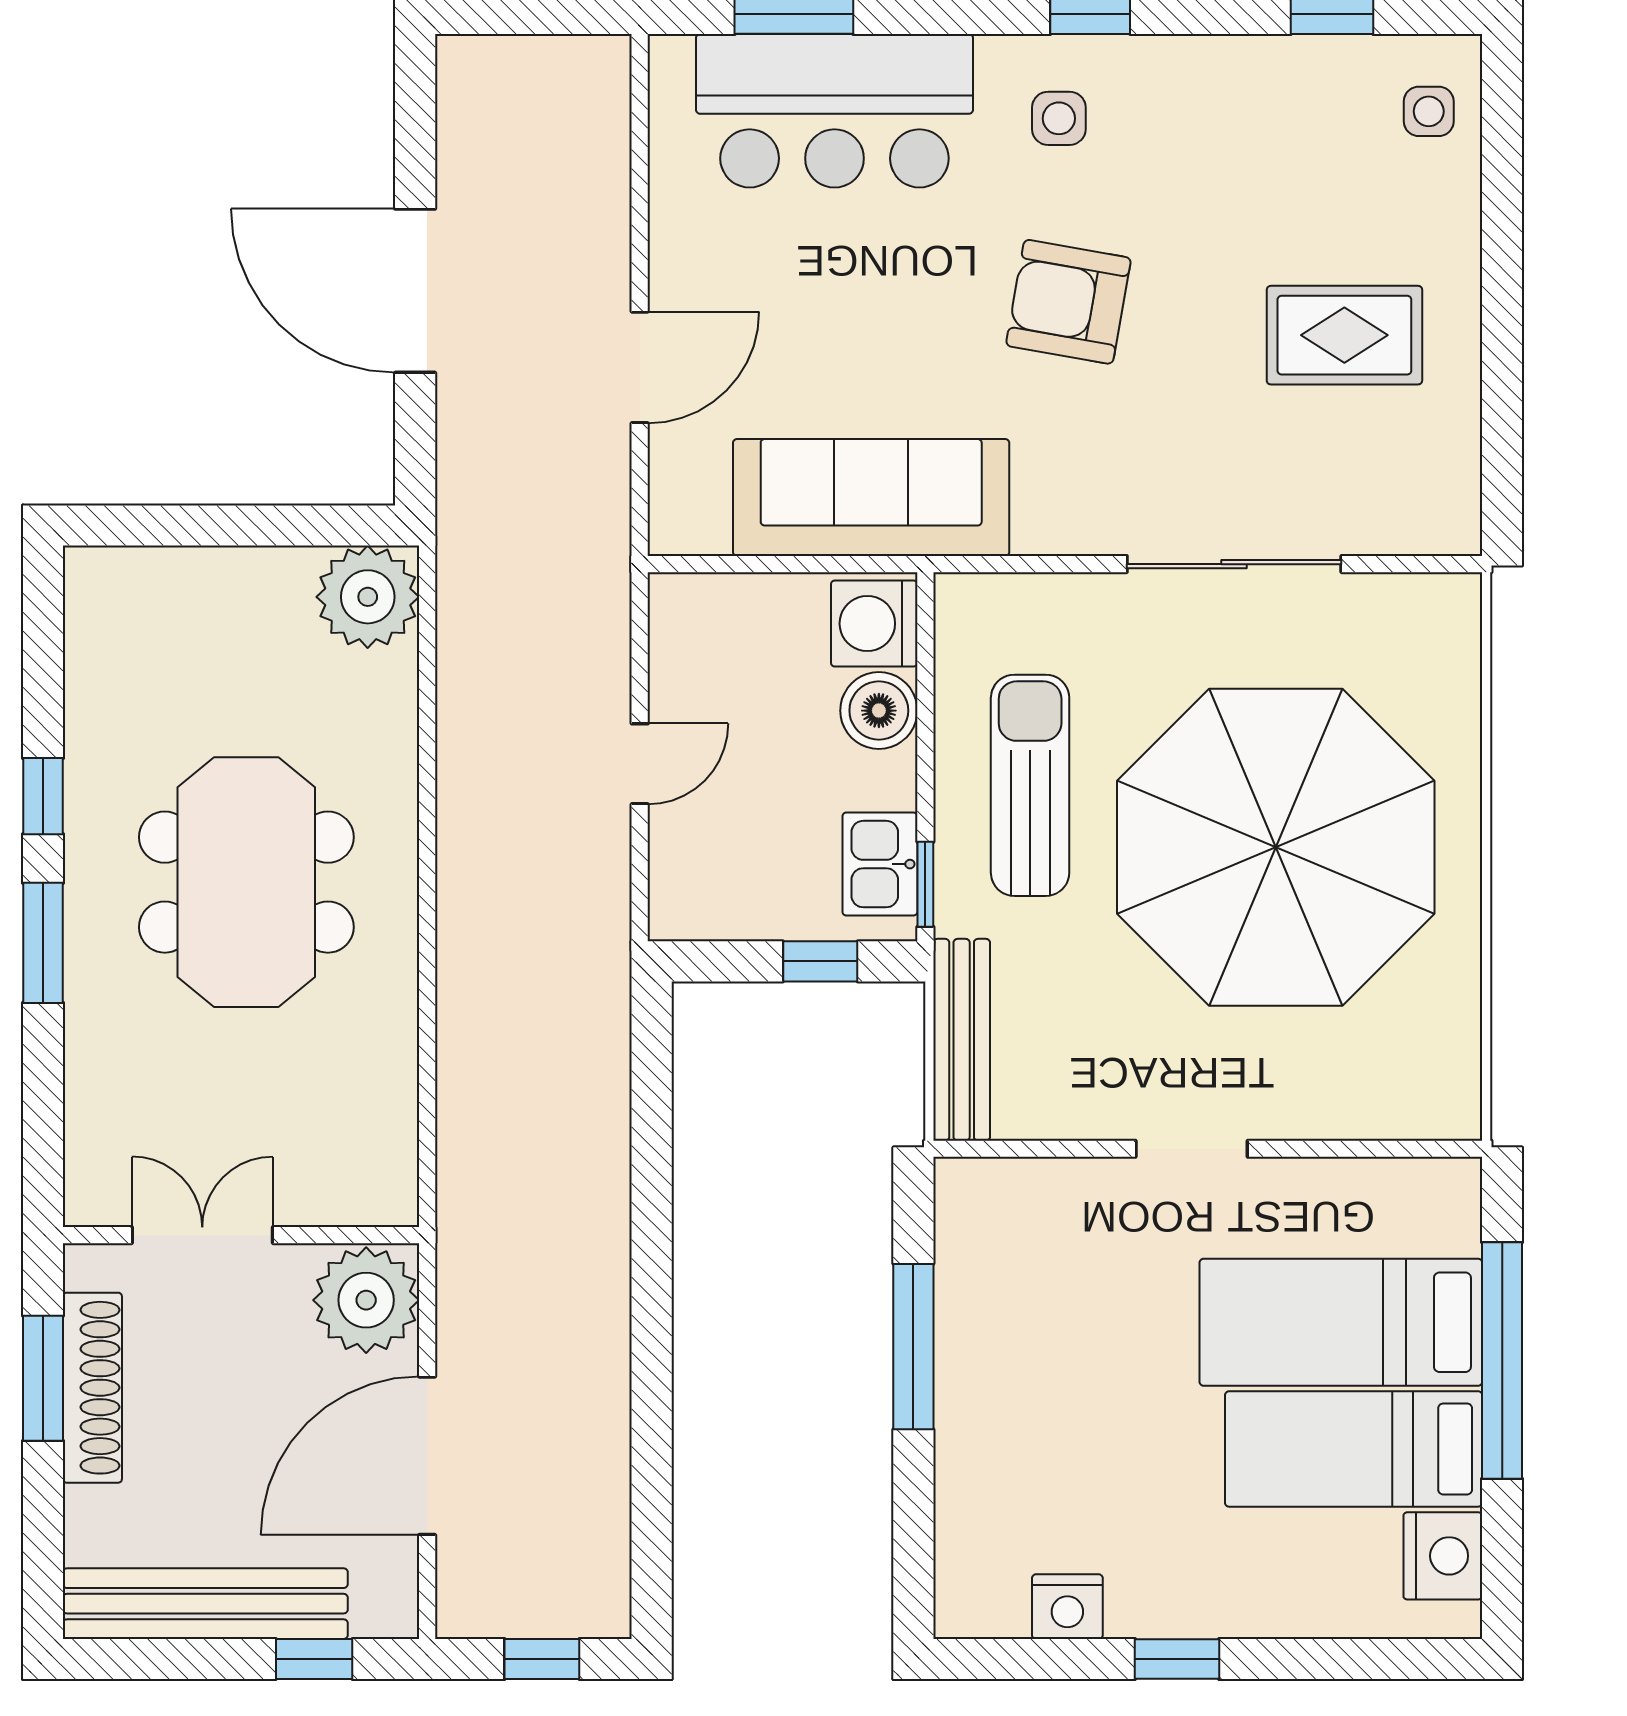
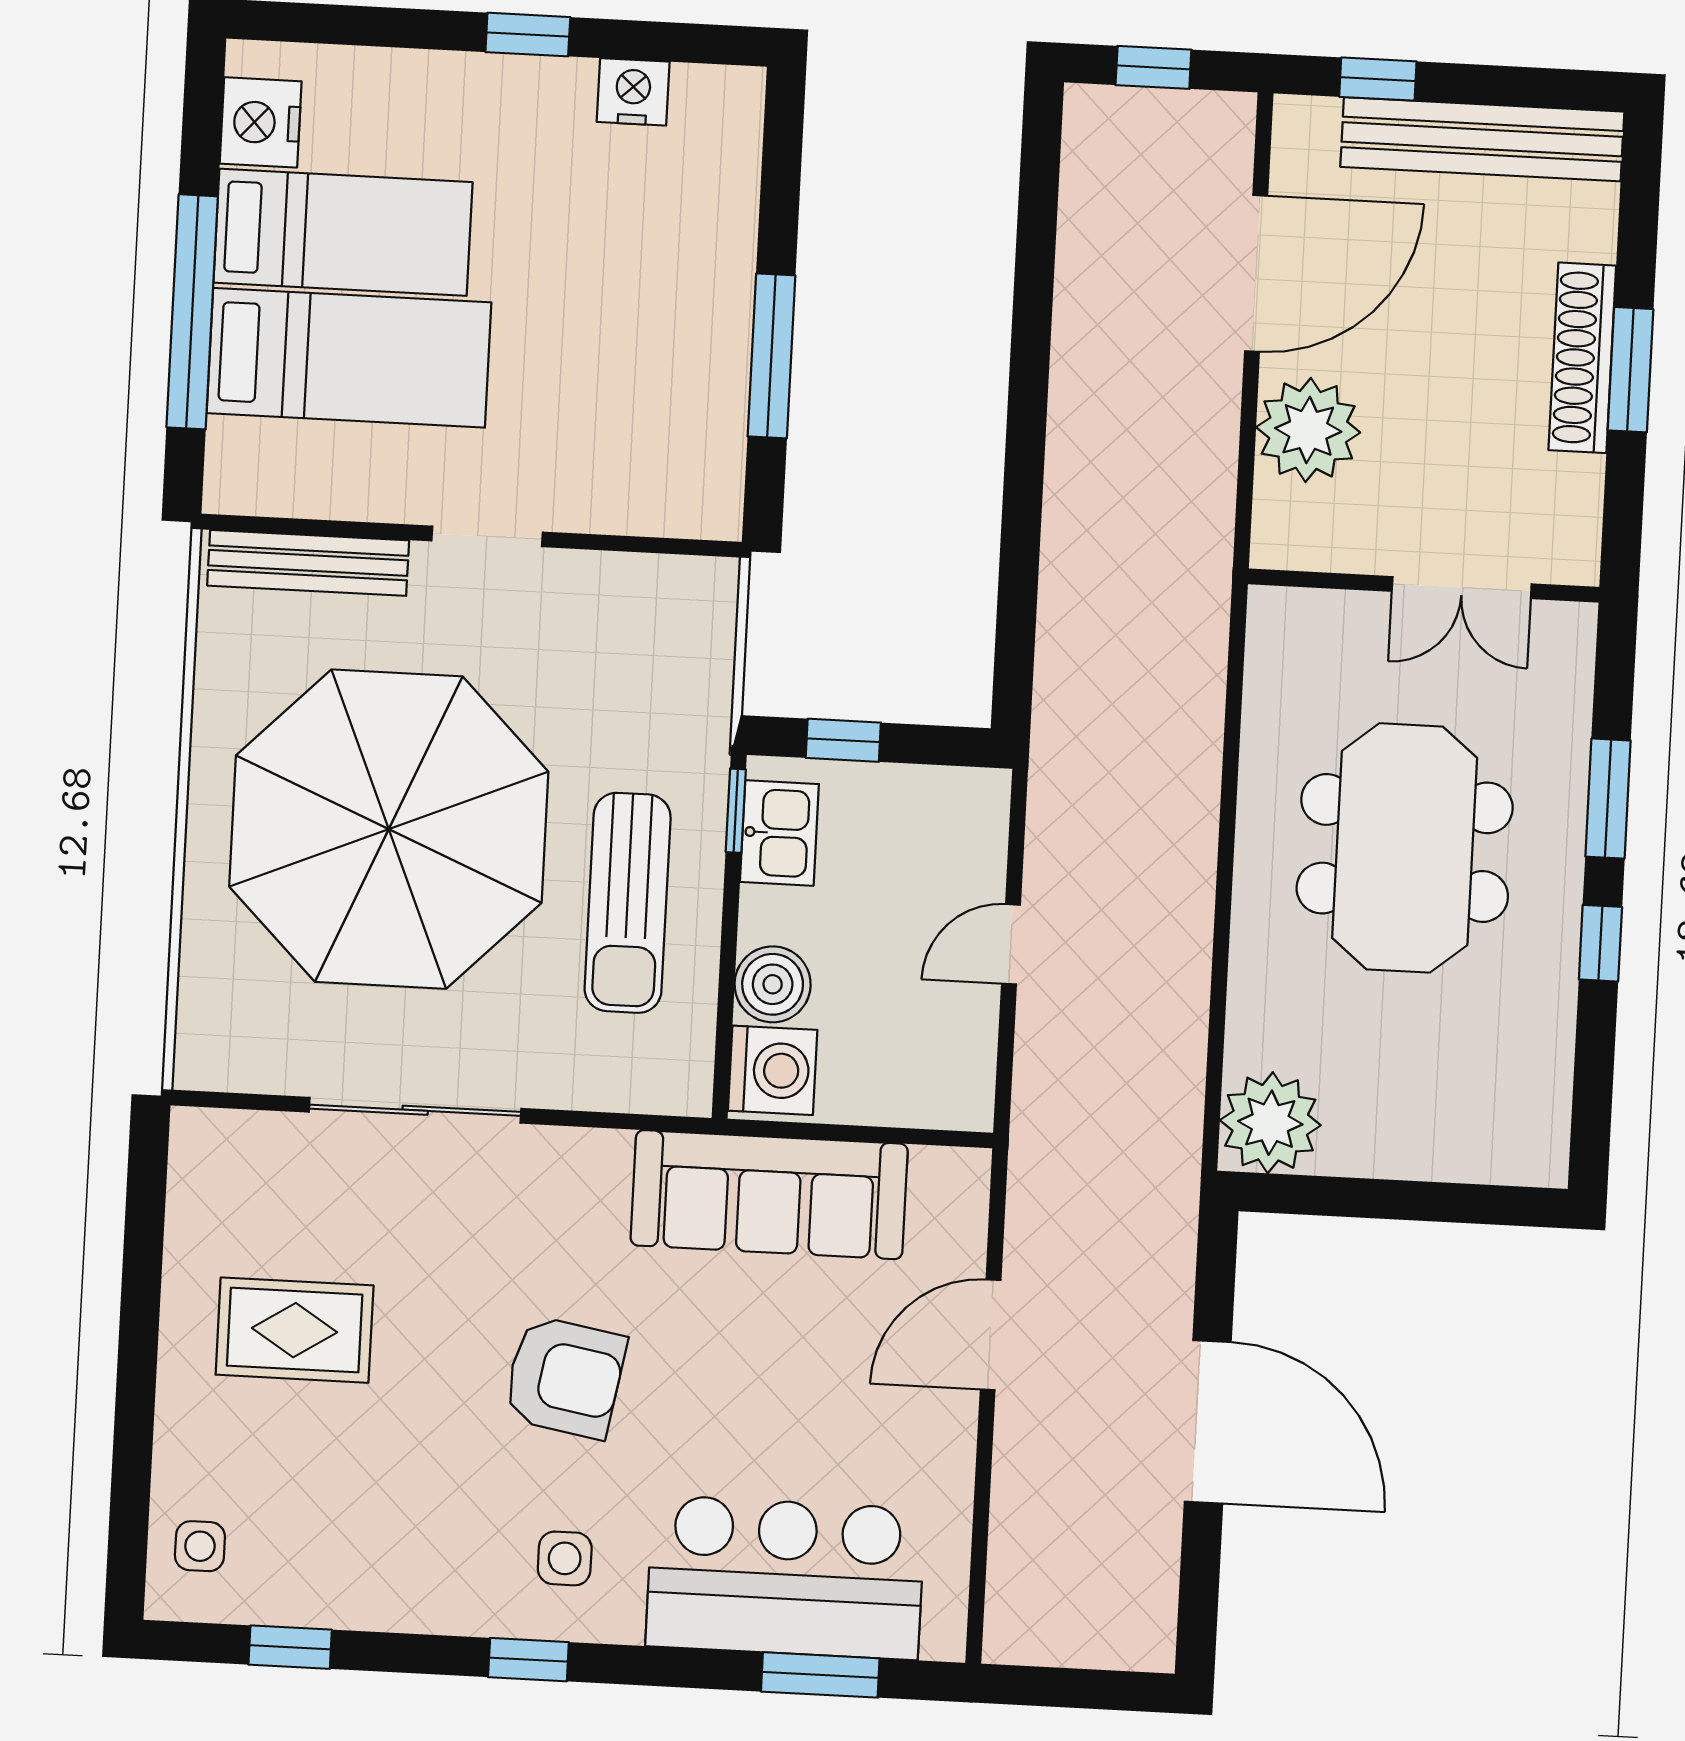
bench: (962, 1040) -> (308, 563), moved, turned 90
double door: (202, 1235) -> (1462, 588), moved
wall: (241, 1235) -> (1424, 586), moved

